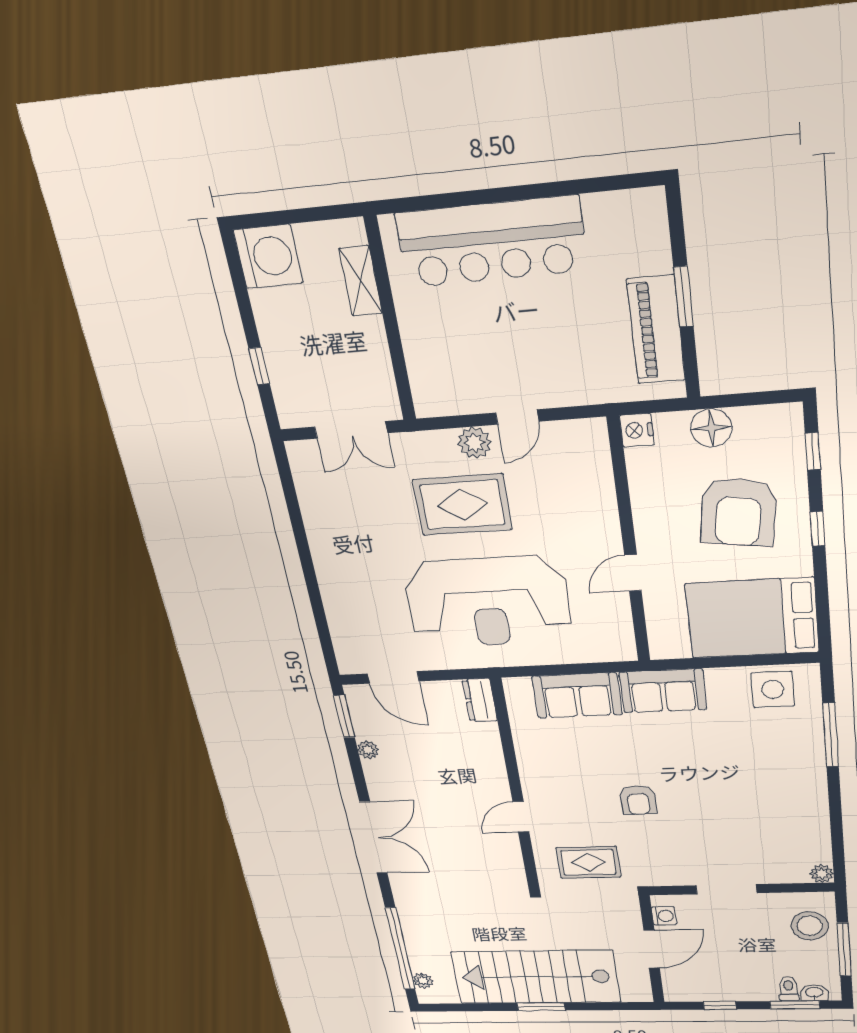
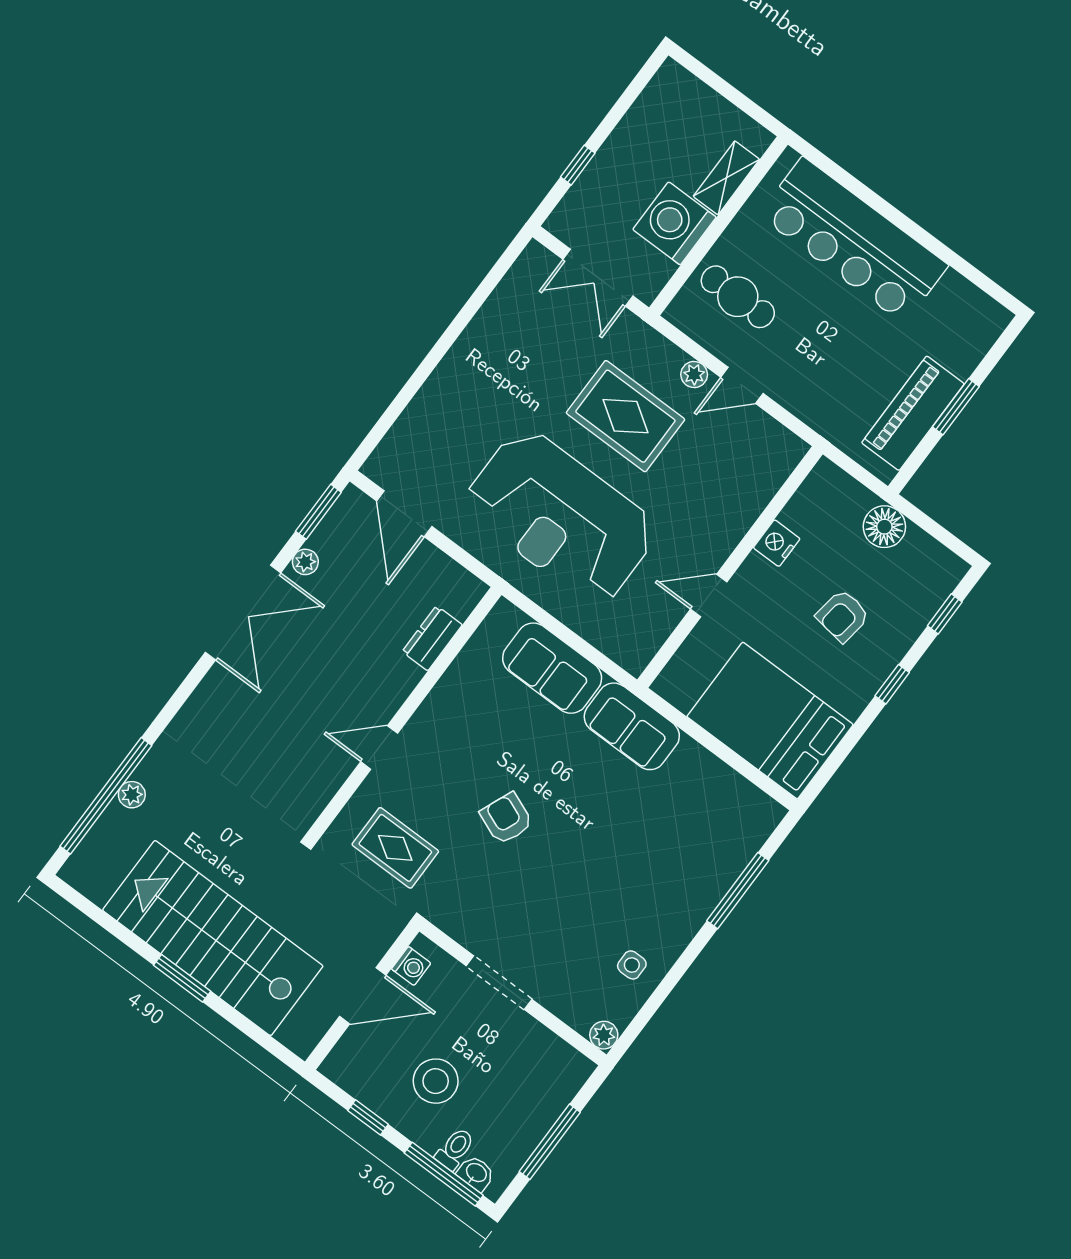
washing machine: (268, 256) -> (674, 223), moved, turned 180
cafe table: (453, 358) -> (738, 297), added
nightstand: (637, 430) -> (777, 543), moved
plant: (475, 443) -> (694, 375), width x0.73, depth x0.73
armchair: (739, 512) -> (843, 616), width x0.53, depth x0.53
side table: (773, 689) -> (632, 965), moved, width x0.54, depth x0.54
dresser: (480, 700) -> (432, 638), moved
armchair: (638, 800) -> (506, 819), turned 113
double door: (373, 838) -> (243, 613), moved
stool: (810, 926) -> (436, 1081), moved
plant: (423, 981) -> (132, 795), moved
window: (795, 1005) -> (444, 1174), width x1.44

